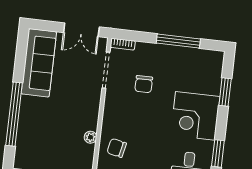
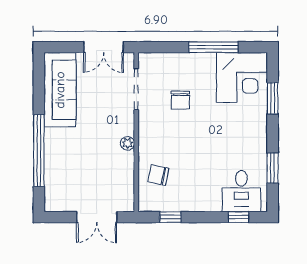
bookcase: (123, 44) -> (152, 58), removed
corner desk: (195, 116) -> (242, 77), moved, turned -90
plant: (90, 137) -> (128, 143), moved

